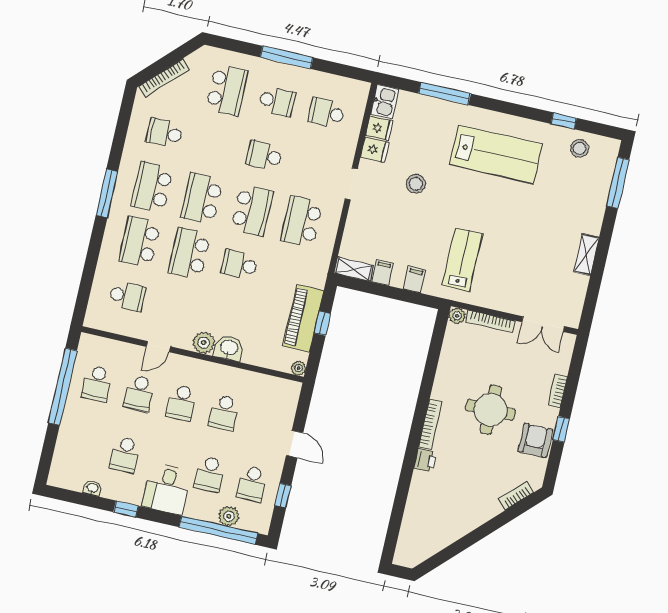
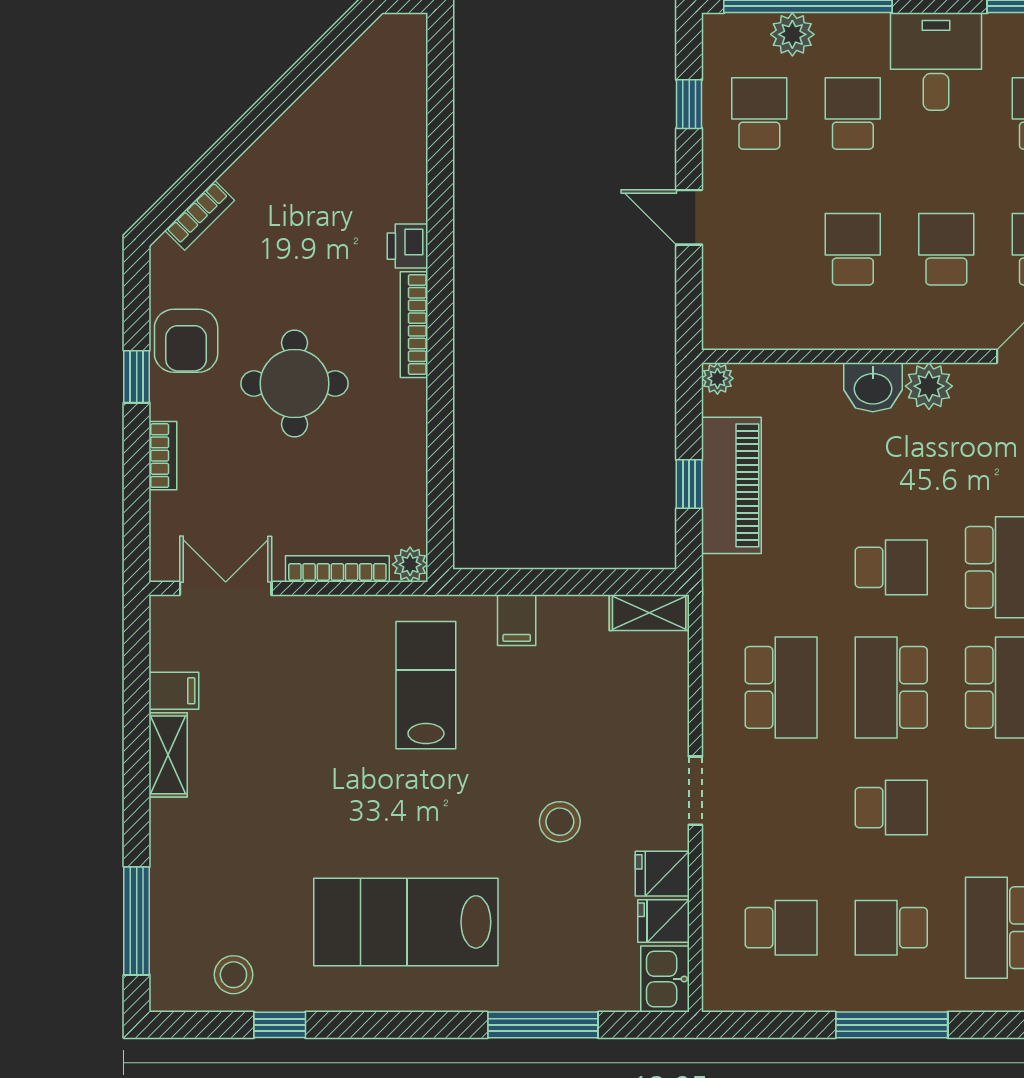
lab bench: (462, 260) -> (426, 685), turned 180
filing cabinet: (382, 273) -> (174, 691), moved, turned -90

